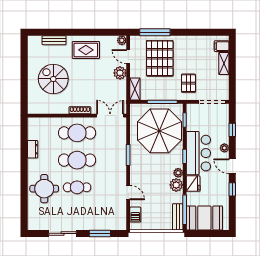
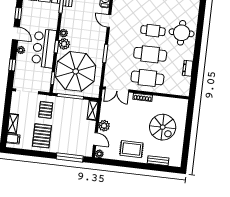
pallet: (160, 58) -> (42, 136), moved, width x0.73, depth x0.71
fridge: (193, 184) -> (52, 22), removed
plant: (176, 185) -> (64, 44), moved

